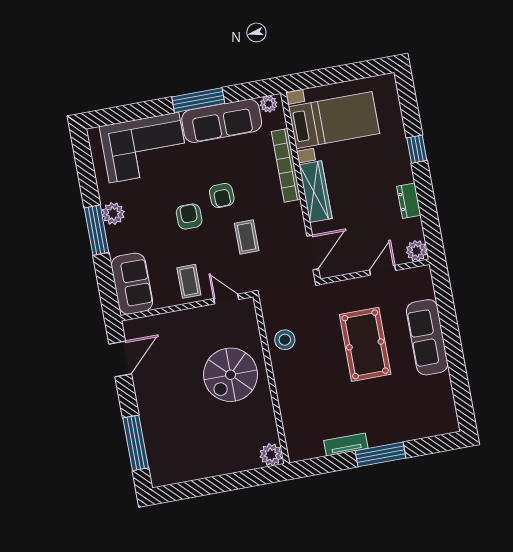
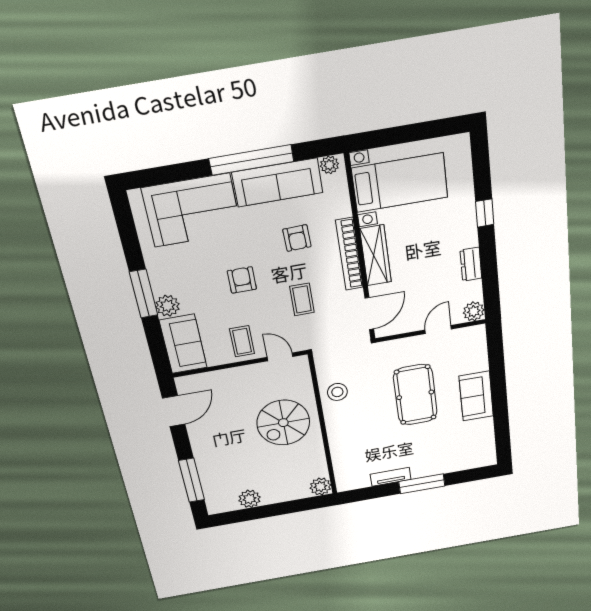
window: (198, 100) -> (251, 160), width x1.46
bookcase: (286, 165) -> (349, 254), moved
armchair: (222, 195) -> (297, 238), moved
plant: (113, 214) -> (168, 306), moved
sofa: (427, 337) -> (476, 396), width x0.73
plant: (196, 468) -> (250, 499), added

